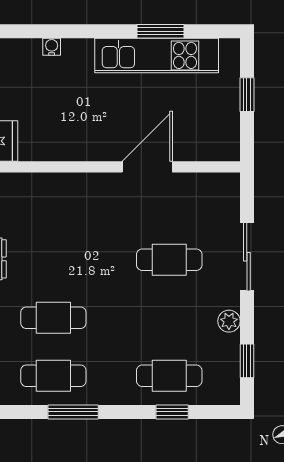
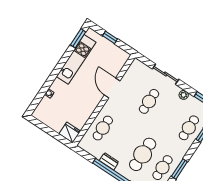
window: (161, 31) -> (78, 38), moved
cafe table: (53, 202) -> (103, 128), added
cafe table: (53, 318) -> (143, 154), width x1.37, depth x1.35

